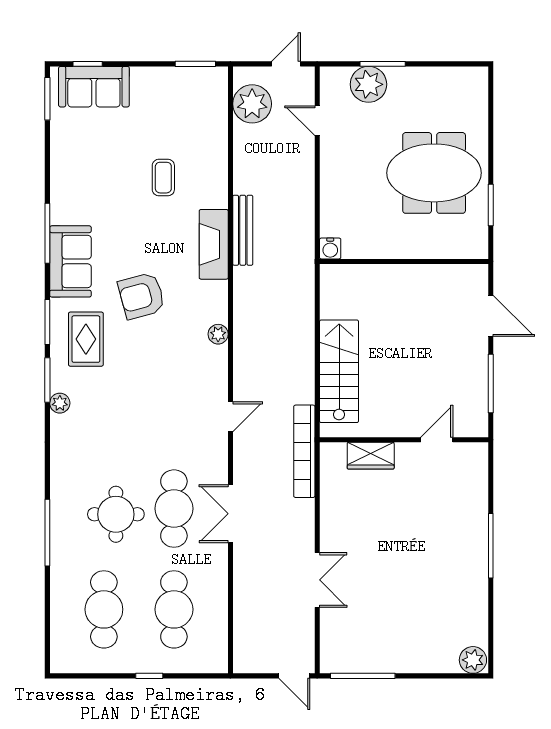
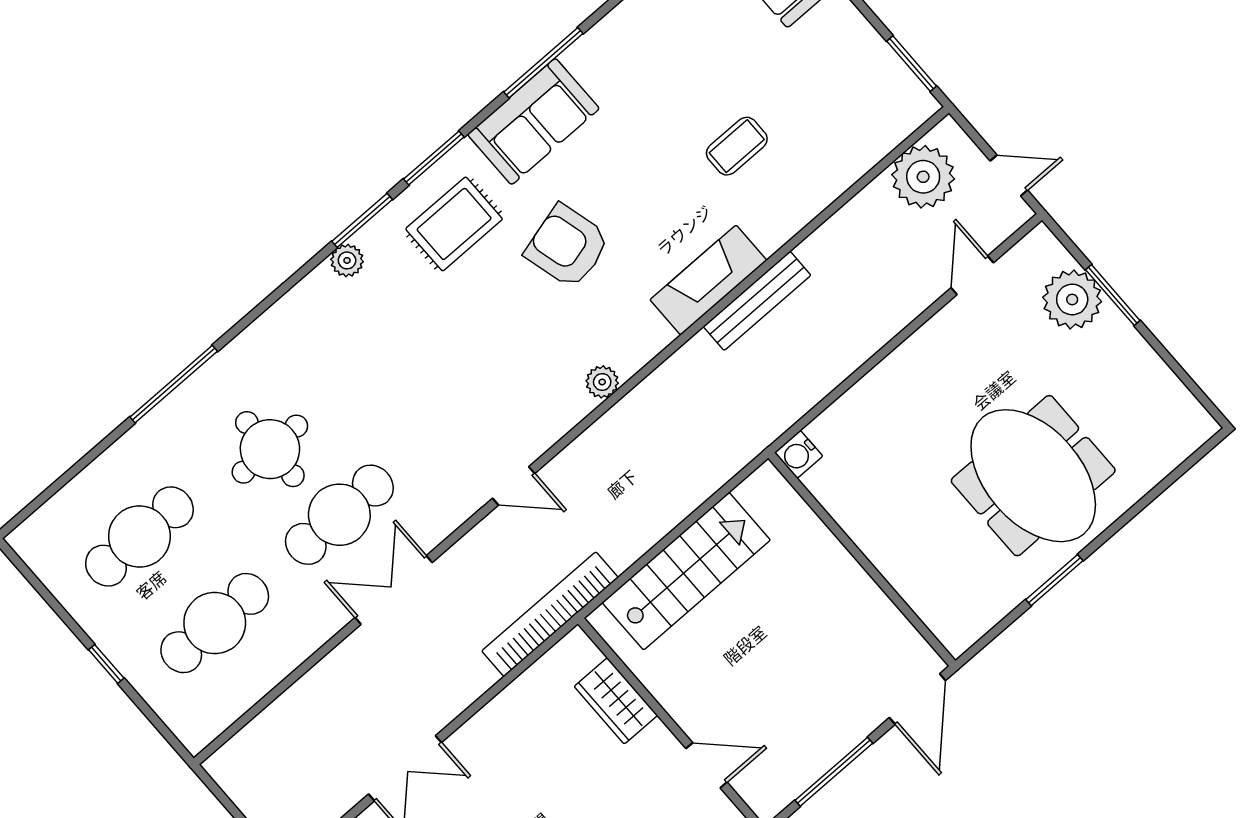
water cooler: (330, 248) -> (799, 454), moved
wall: (404, 261) -> (862, 559), moved

